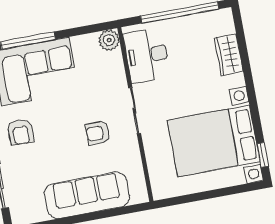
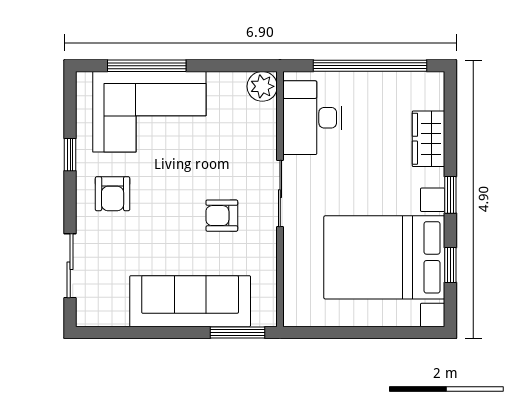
window: (251, 90) -> (450, 195), added
window: (263, 155) -> (450, 265), moved
window: (123, 211) -> (237, 332), added

